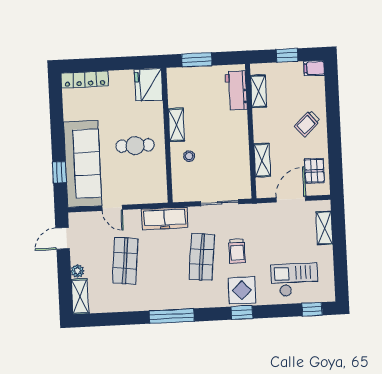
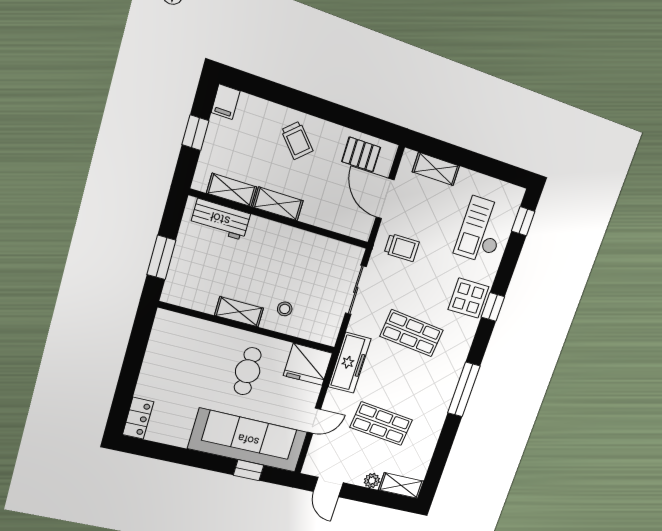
locker: (85, 80) -> (138, 418), width x0.66
fridge: (149, 85) -> (308, 364), moved
shelving: (262, 160) -> (278, 204), moved
trolley: (237, 251) -> (402, 248), moved

